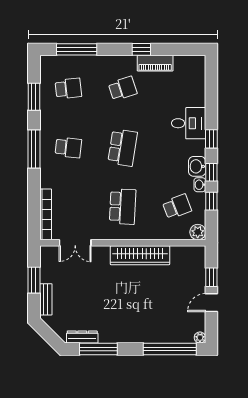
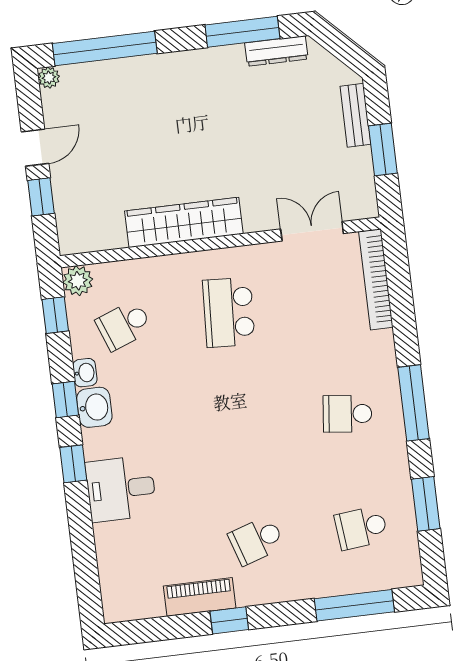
school desk: (123, 148) -> (243, 426), removed
window: (211, 201) -> (55, 315), moved

